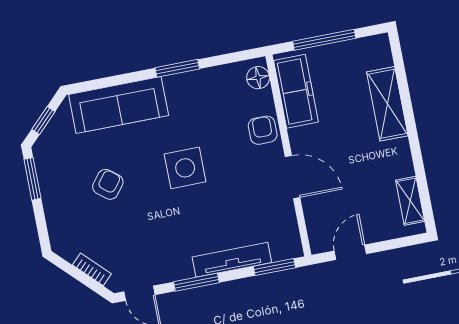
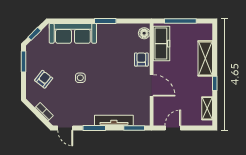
window: (415, 149) -> (215, 83), added
side table: (185, 168) -> (80, 78), moved, width x0.54, depth x0.54
armchair: (108, 184) -> (44, 79), moved

